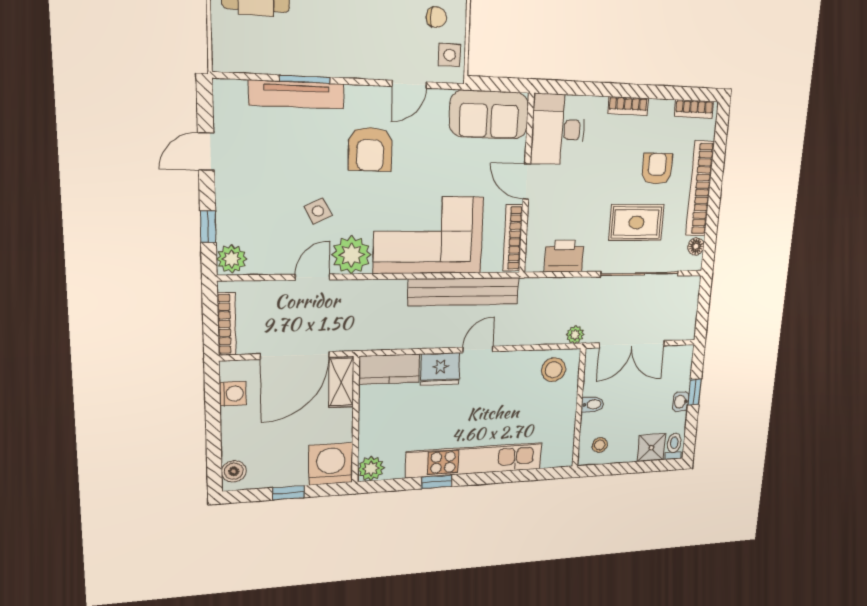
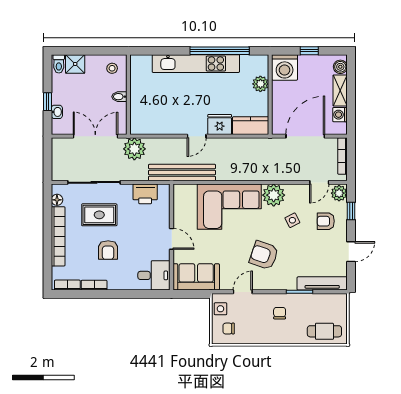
chair: (342, 40) -> (280, 313), added
tv unit: (296, 95) -> (322, 283), moved
bookcase: (628, 106) -> (94, 285), moved
desk: (558, 129) -> (154, 275), width x0.73
armchair: (370, 149) -> (264, 255), turned -71
armchair: (657, 169) -> (108, 250), moved
armchair: (256, 209) -> (326, 221), added
bookcase: (513, 238) -> (178, 205), removed
door: (312, 277) -> (319, 182), moved
bench: (464, 292) -> (182, 173), moved
plant: (575, 335) -> (134, 149), width x1.87, depth x1.87
stool: (554, 370) -> (147, 121), removed
shelving: (341, 382) -> (340, 91), moved
washbasin: (681, 402) -> (57, 112), moved
plant: (371, 469) -> (260, 84), moved
window: (436, 482) -> (220, 51), width x3.17

